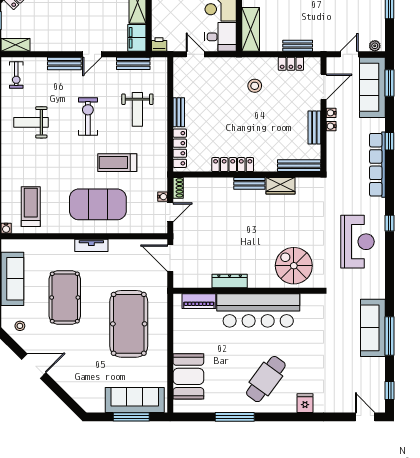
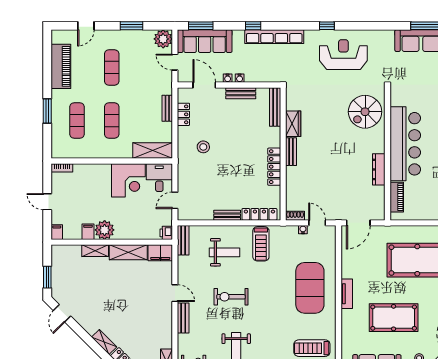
plant: (375, 46) -> (163, 39), width x1.88, depth x1.88
bench: (133, 63) -> (183, 240), moved
treadmill: (117, 163) -> (261, 244), moved

